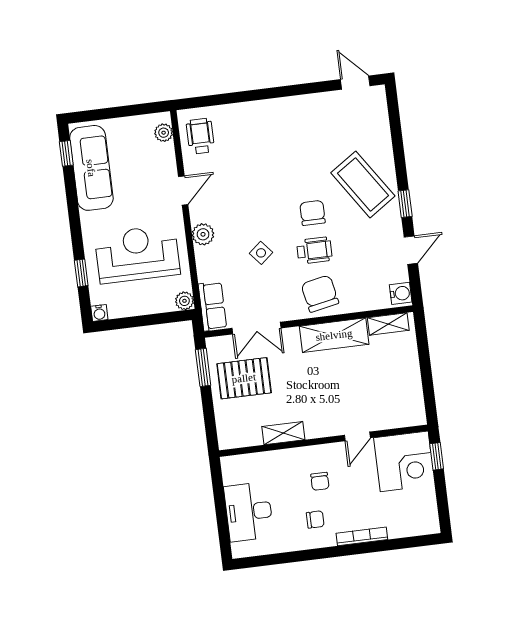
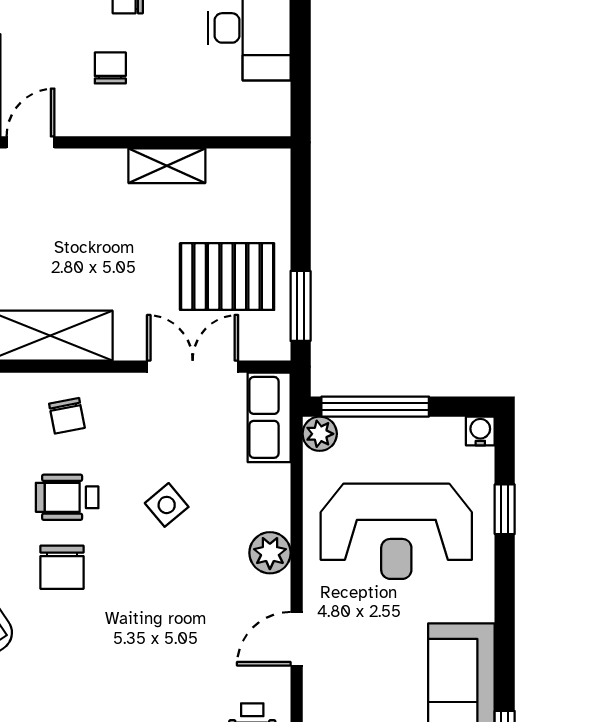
chair: (320, 294) -> (67, 416), width x0.54, depth x0.54
window: (157, 319) -> (375, 407), added

